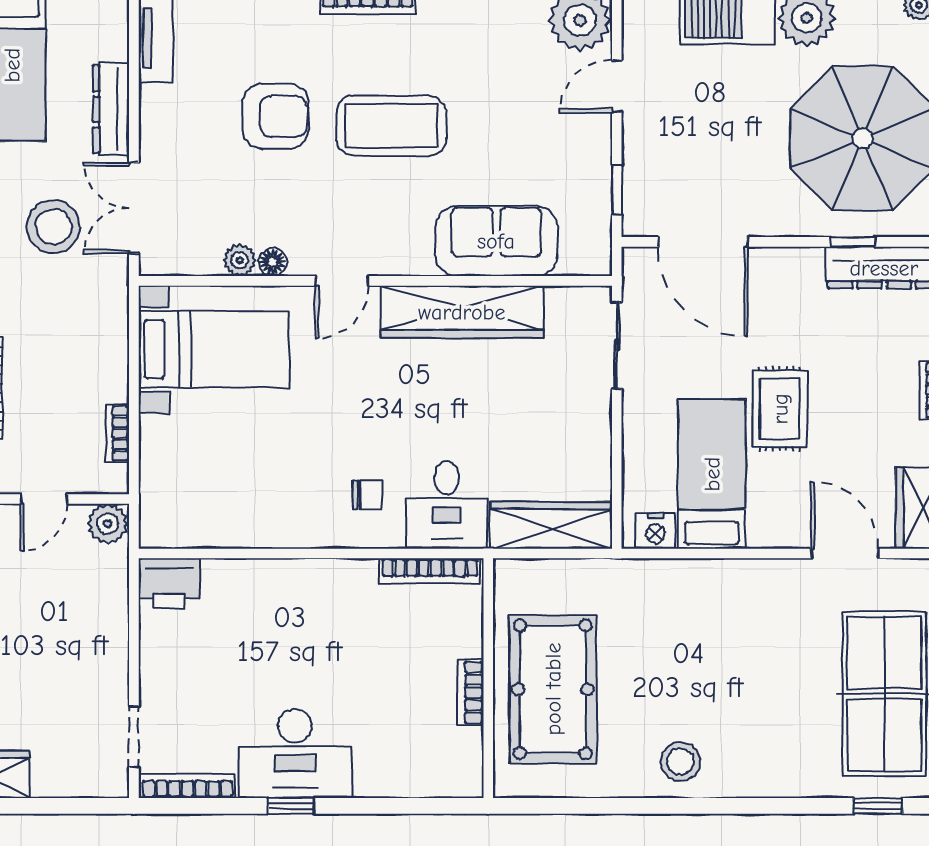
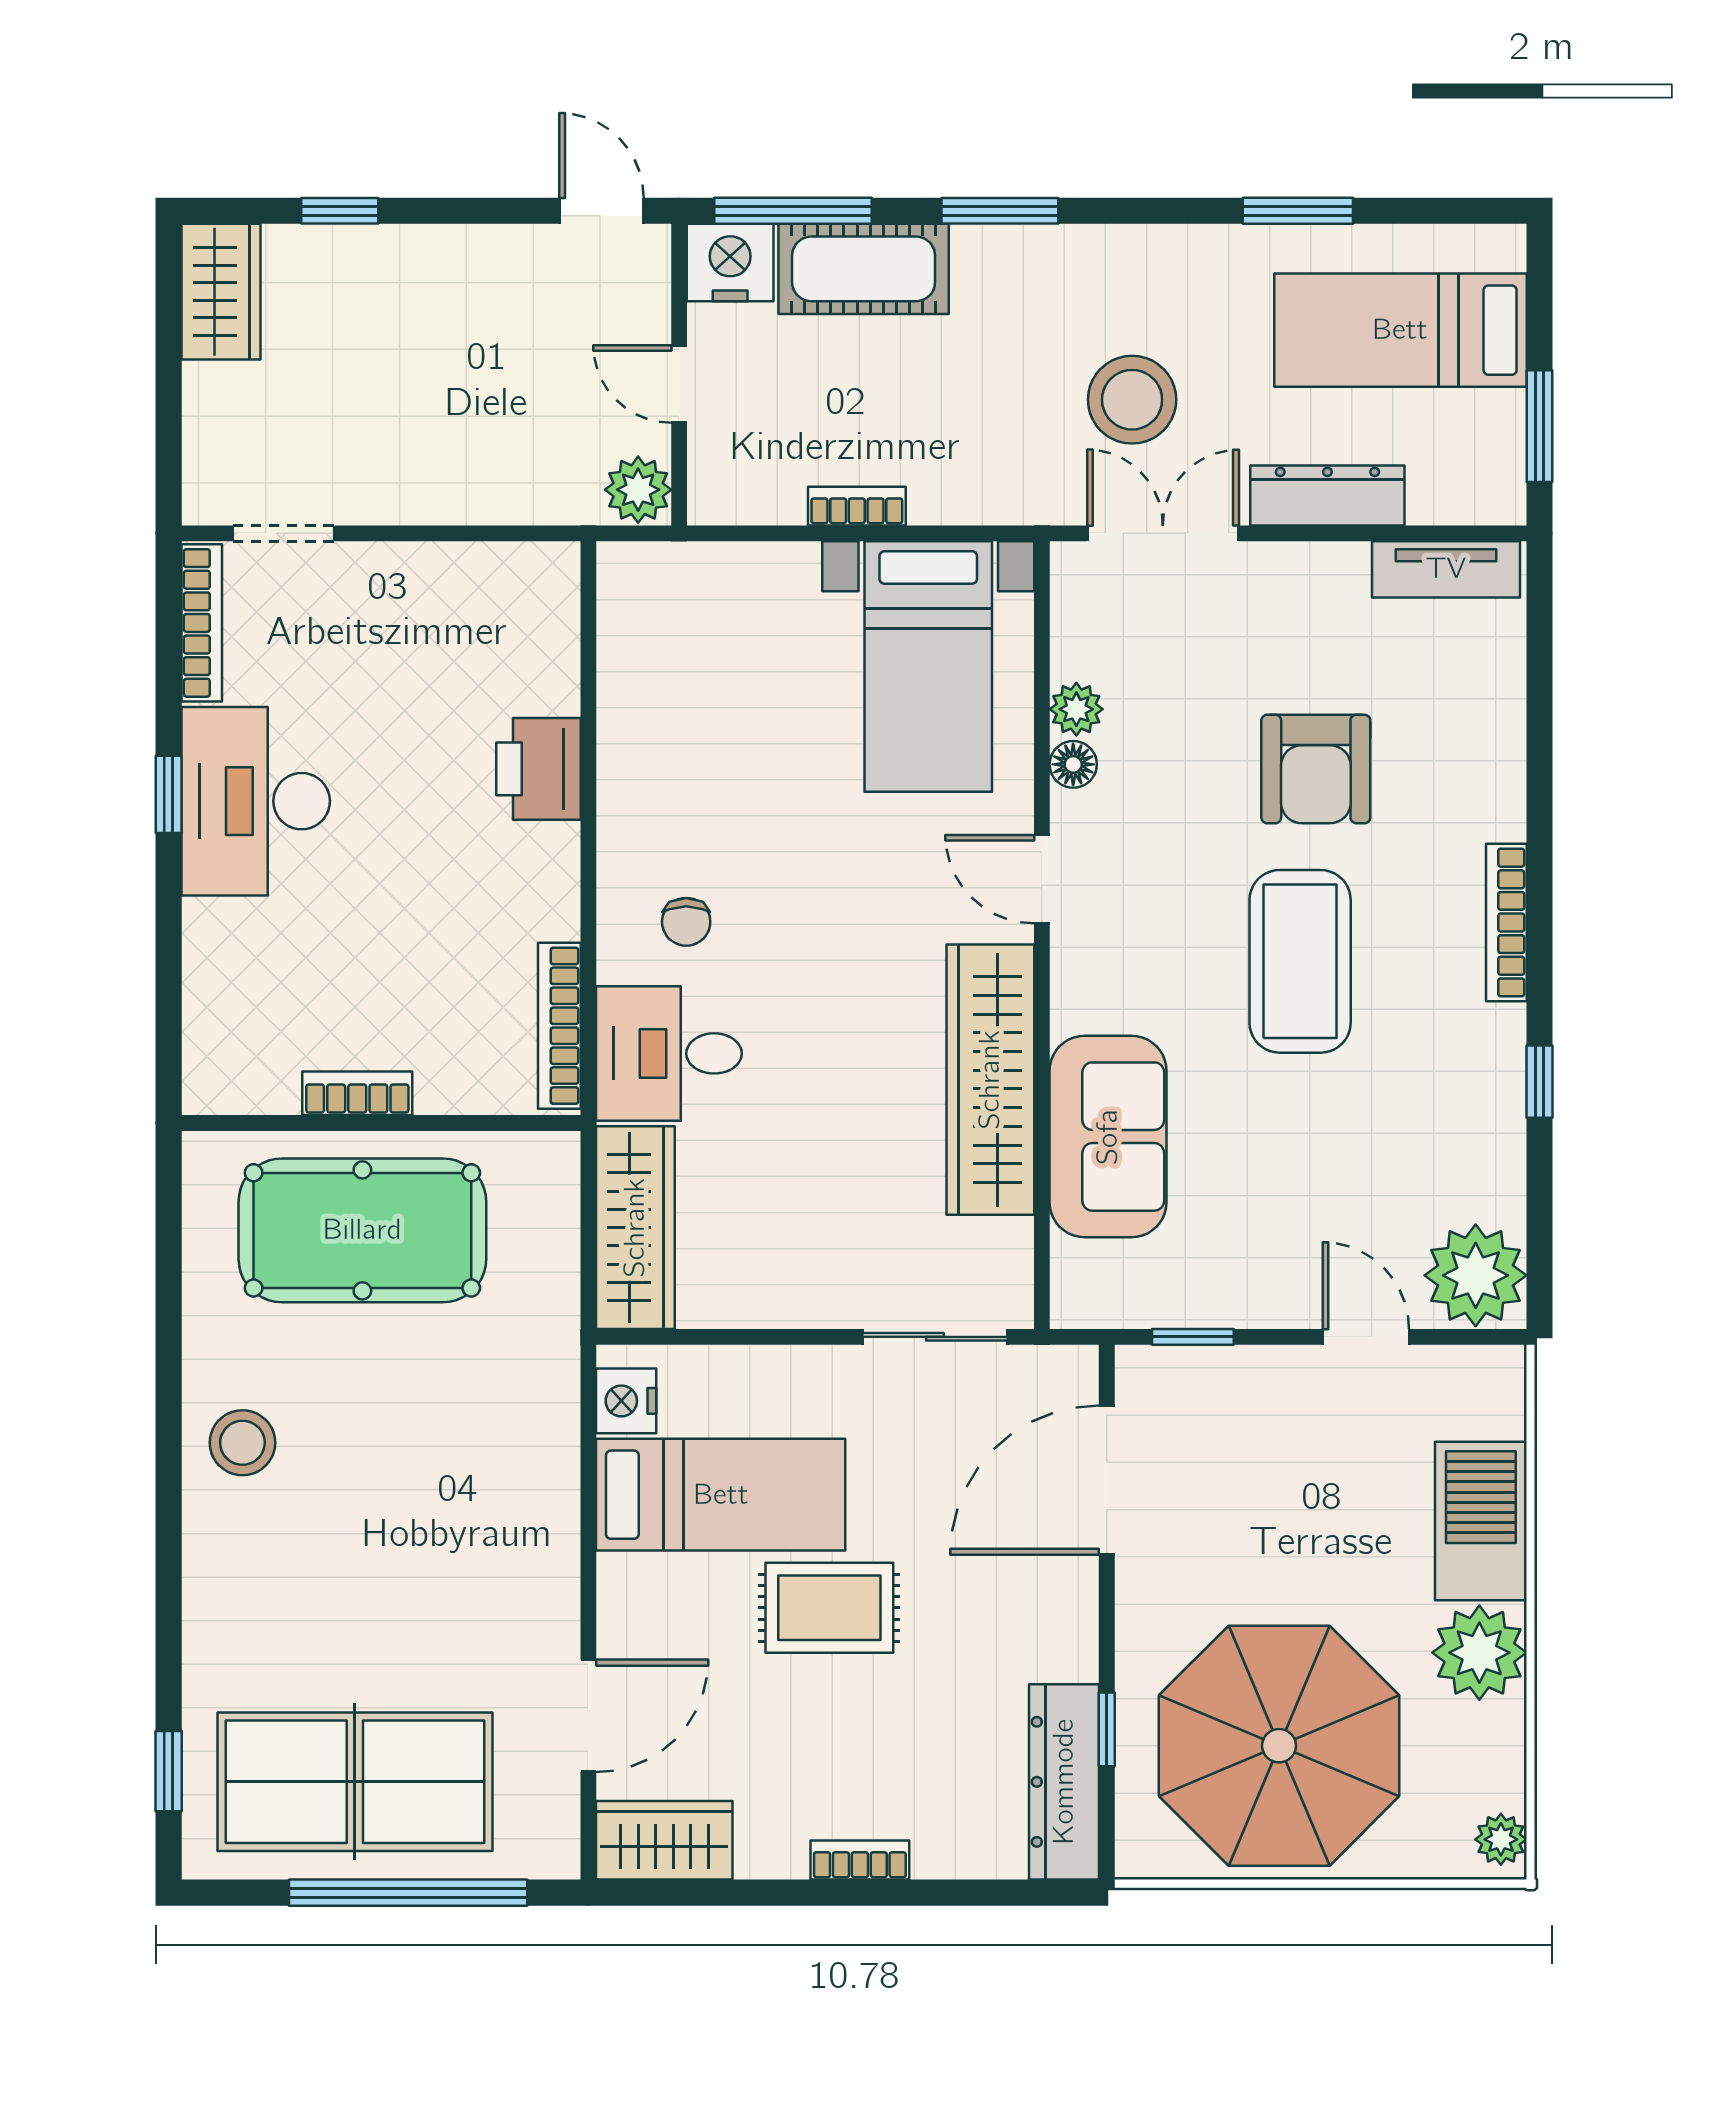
bookcase: (117, 433) -> (857, 506), moved
printer: (169, 583) -> (539, 769), moved

